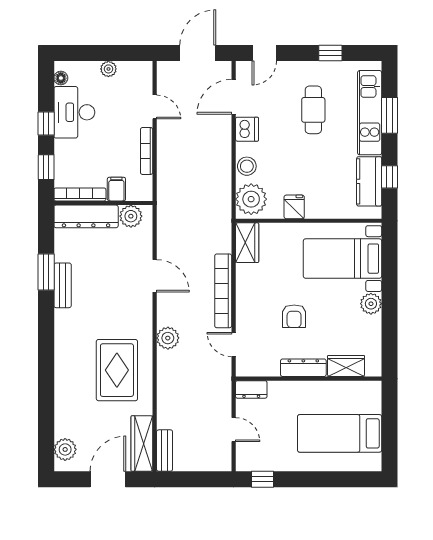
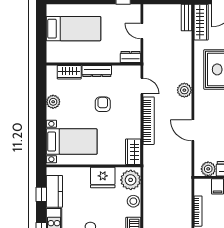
fridge: (294, 207) -> (103, 178), width x1.88, depth x1.34
plant: (371, 304) -> (53, 102), moved

